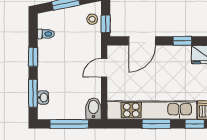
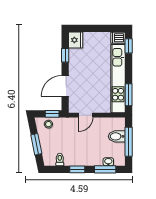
door: (142, 41) -> (65, 86), swing flipped
door: (104, 68) -> (86, 115), hinge flipped
bidet: (93, 108) -> (117, 136), moved
window: (156, 124) -> (129, 95), moved

